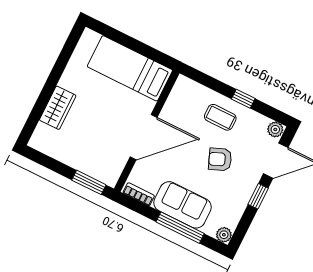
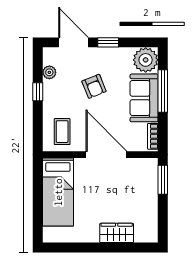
coffee table: (220, 117) -> (62, 132), moved
plant: (275, 129) -> (49, 72), moved
plant: (224, 235) -> (146, 60), width x1.87, depth x1.87

